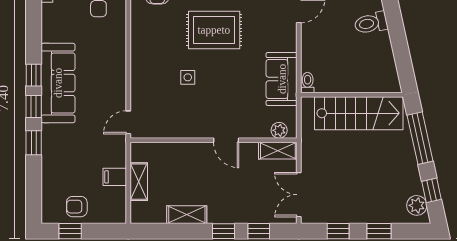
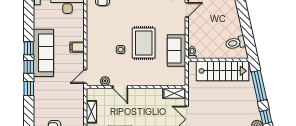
toilet: (371, 23) -> (235, 43), moved
rug: (214, 30) -> (144, 43), moved, turned 90
plant: (279, 130) -> (105, 81), moved
door: (226, 140) -> (120, 87), moved
filing cabinet: (115, 177) -> (77, 47), moved

